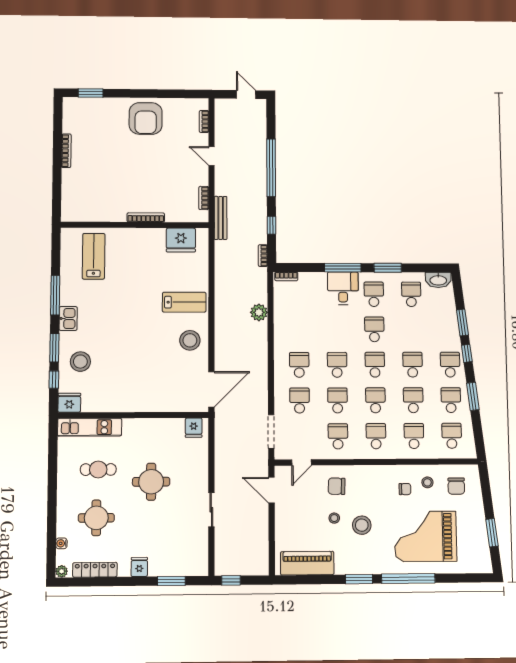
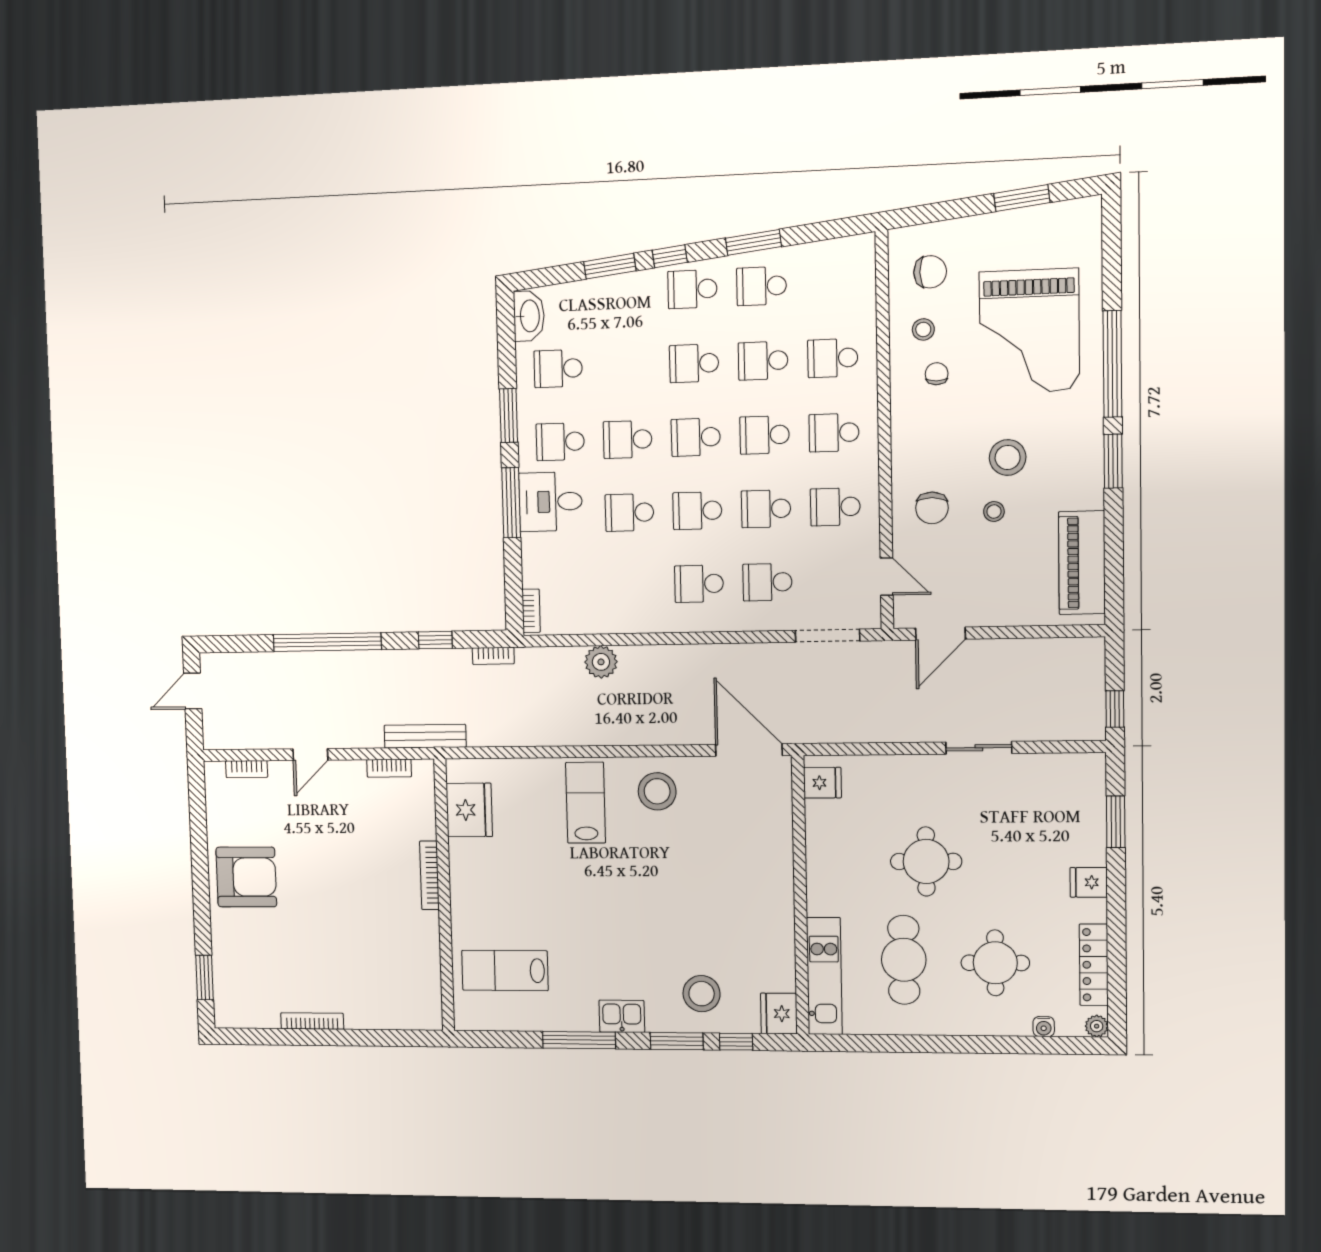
school desk: (452, 436) -> (629, 513), moved
cafe table: (98, 470) -> (904, 960), width x1.37, depth x1.35

